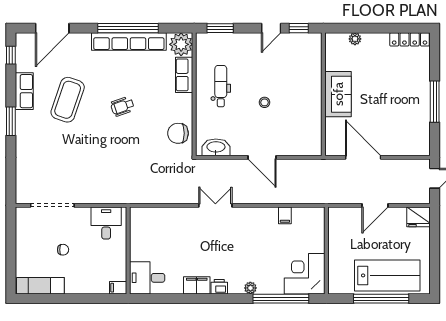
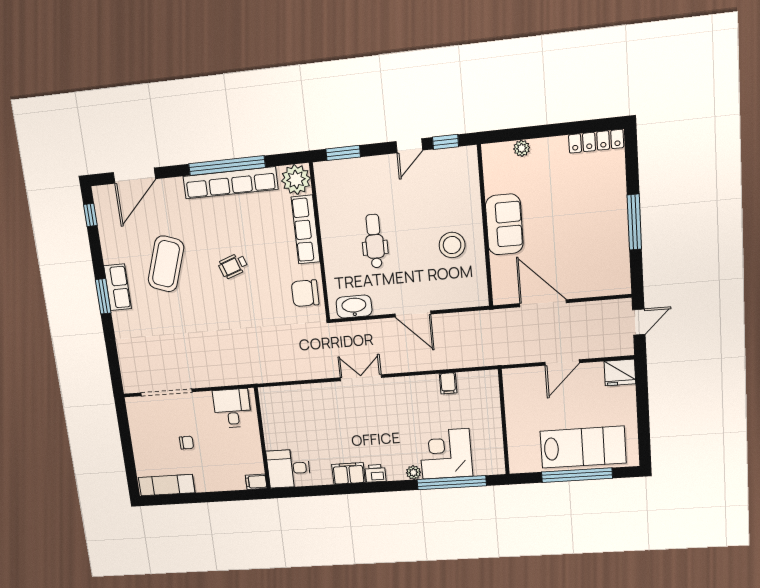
row of seats: (184, 75) -> (306, 230), width x1.48
dental chair: (221, 86) -> (375, 241), moved
row of seats: (24, 91) -> (118, 287), moved
stool: (264, 102) -> (452, 245), moved, width x1.89, depth x1.89
corner desk: (305, 274) -> (446, 454), moved

